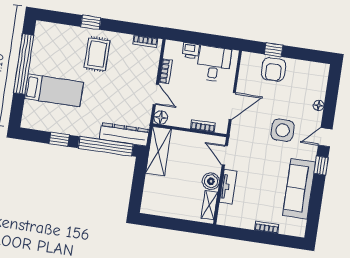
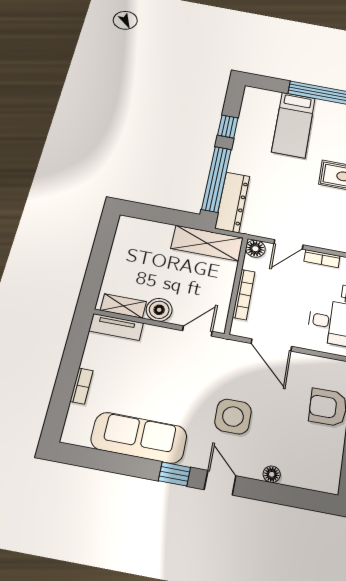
bookcase: (203, 126) -> (244, 294), width x1.56
tv unit: (228, 187) -> (116, 327), moved

